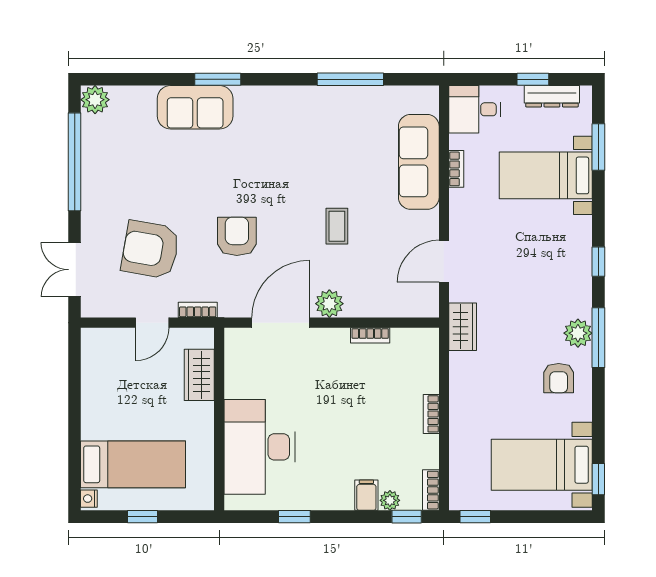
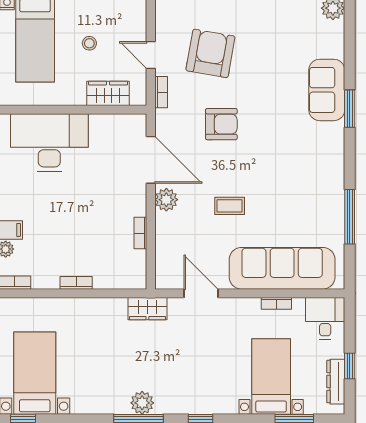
sofa: (419, 162) -> (282, 268), width x1.36, depth x1.27
armchair: (559, 378) -> (105, 387), removed
stool: (138, 398) -> (89, 43), added

